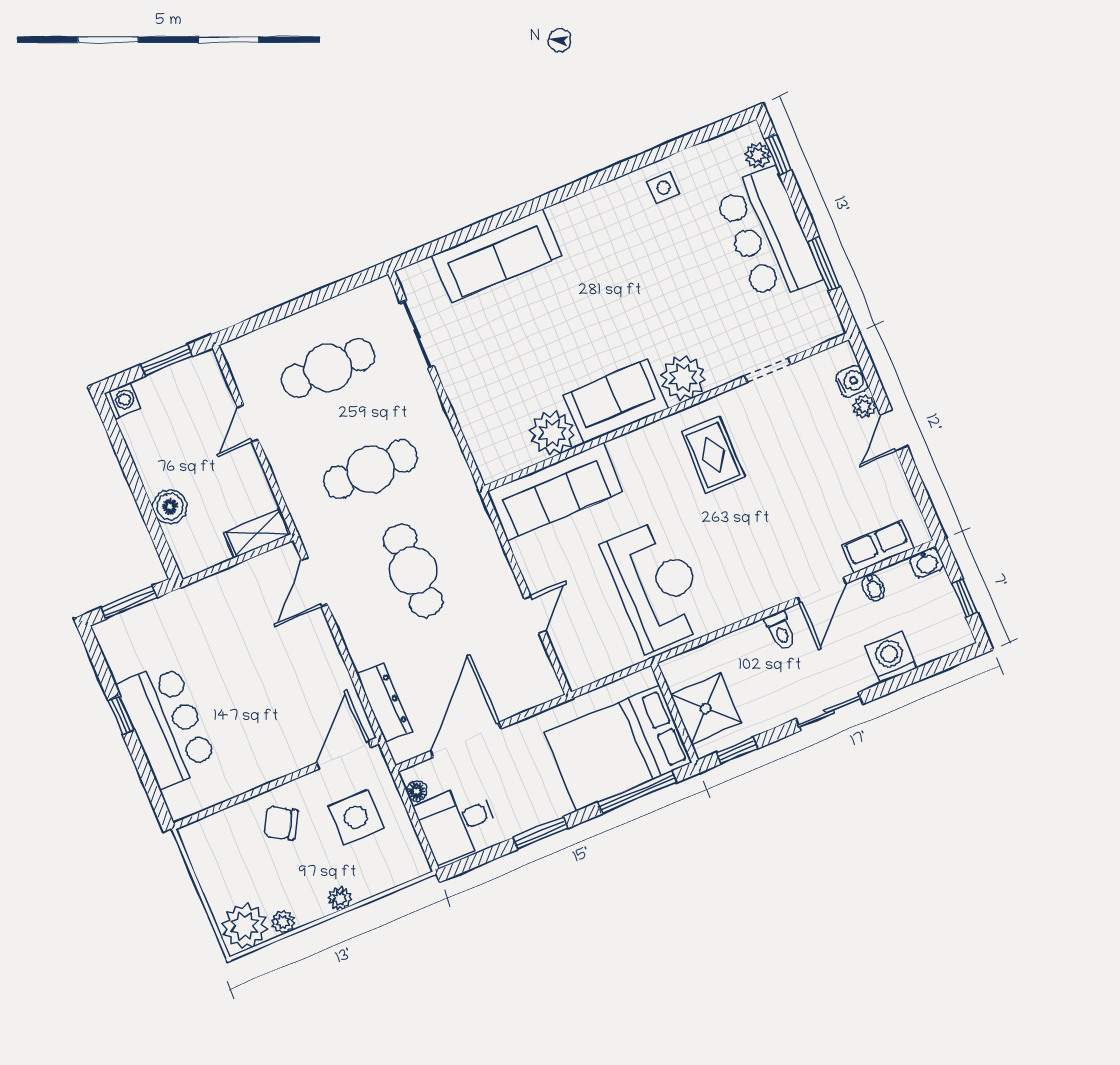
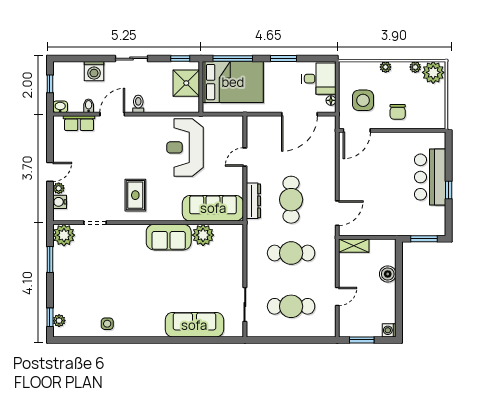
bar counter: (768, 235) -> (70, 283), removed
plant: (683, 378) -> (64, 235), moved
dresser: (384, 703) -> (253, 201), moved, turned 180
chair: (281, 823) -> (398, 112), turned 59

